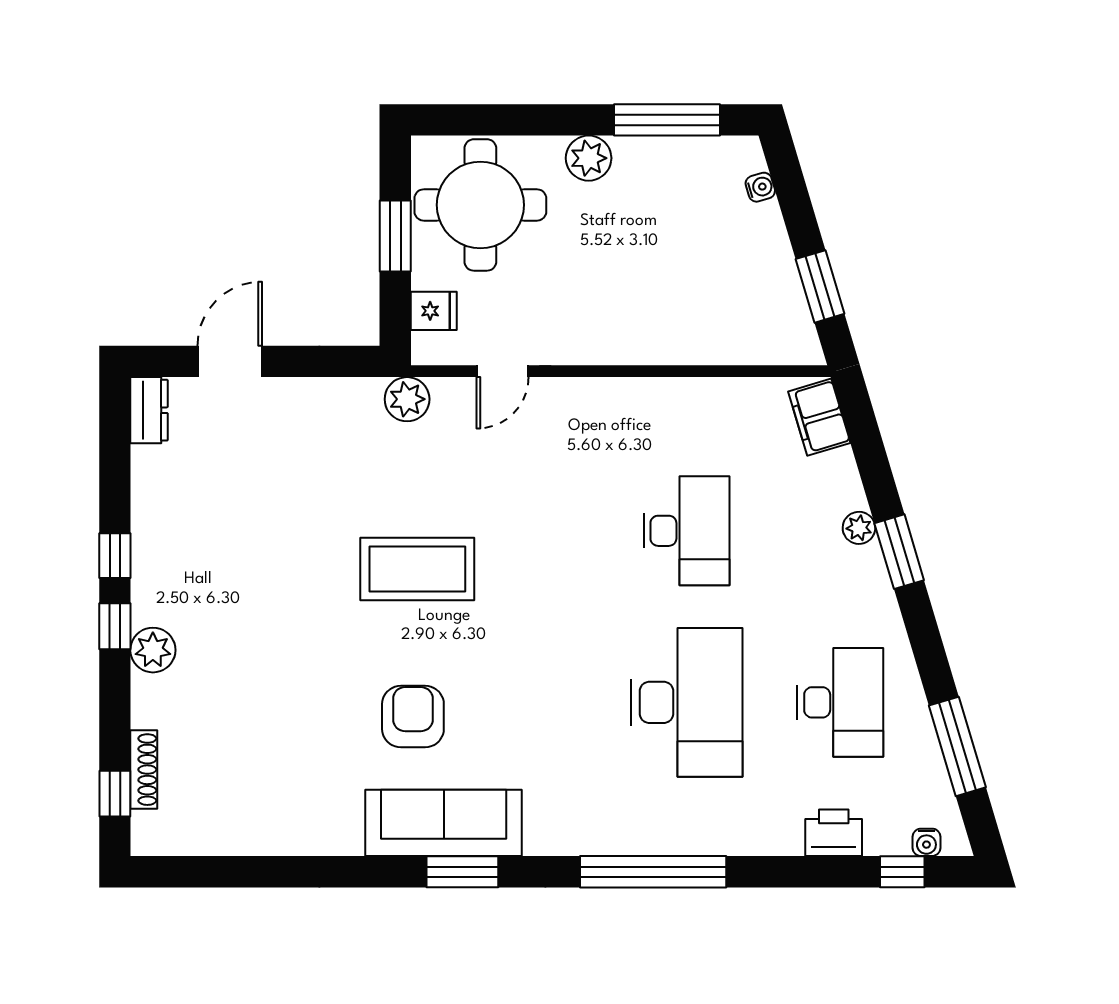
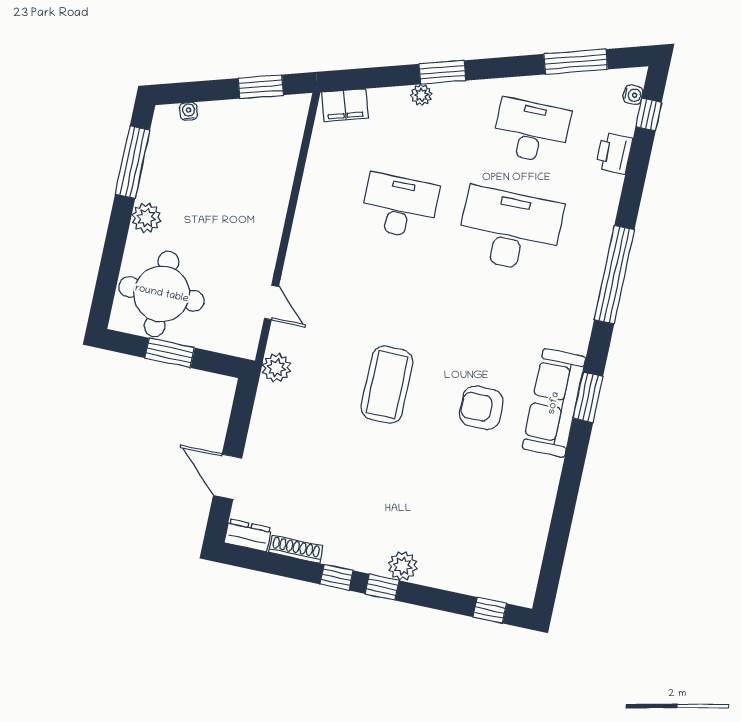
fridge: (434, 311) -> (223, 338), removed
shoe rack: (144, 770) -> (296, 549), moved

